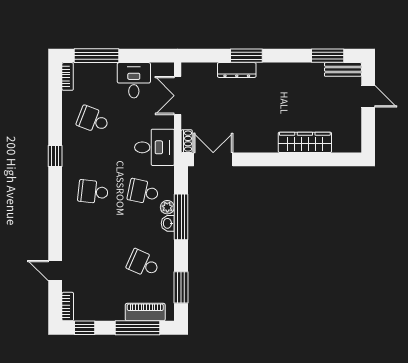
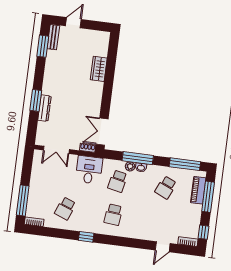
desk: (134, 80) -> (42, 178), removed
wardrobe: (305, 142) -> (99, 69), width x0.67
window: (181, 287) -> (185, 164), width x1.44

